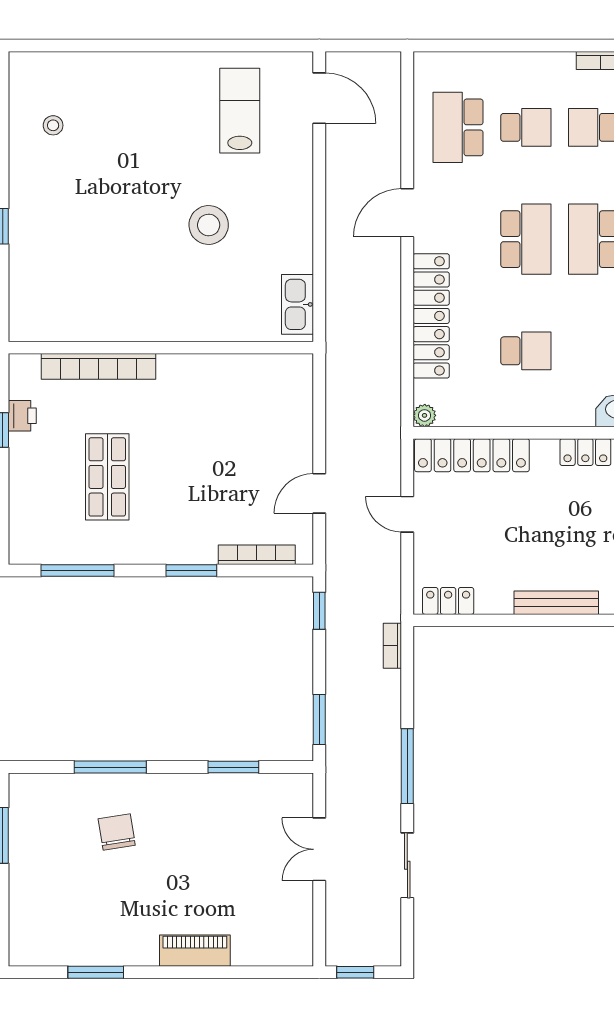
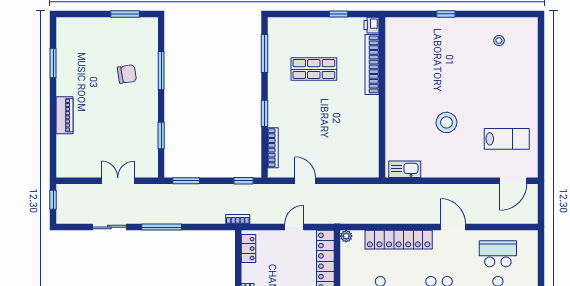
printer: (22, 416) -> (372, 25), moved, turned 90
bookcase: (392, 646) -> (238, 219), moved

